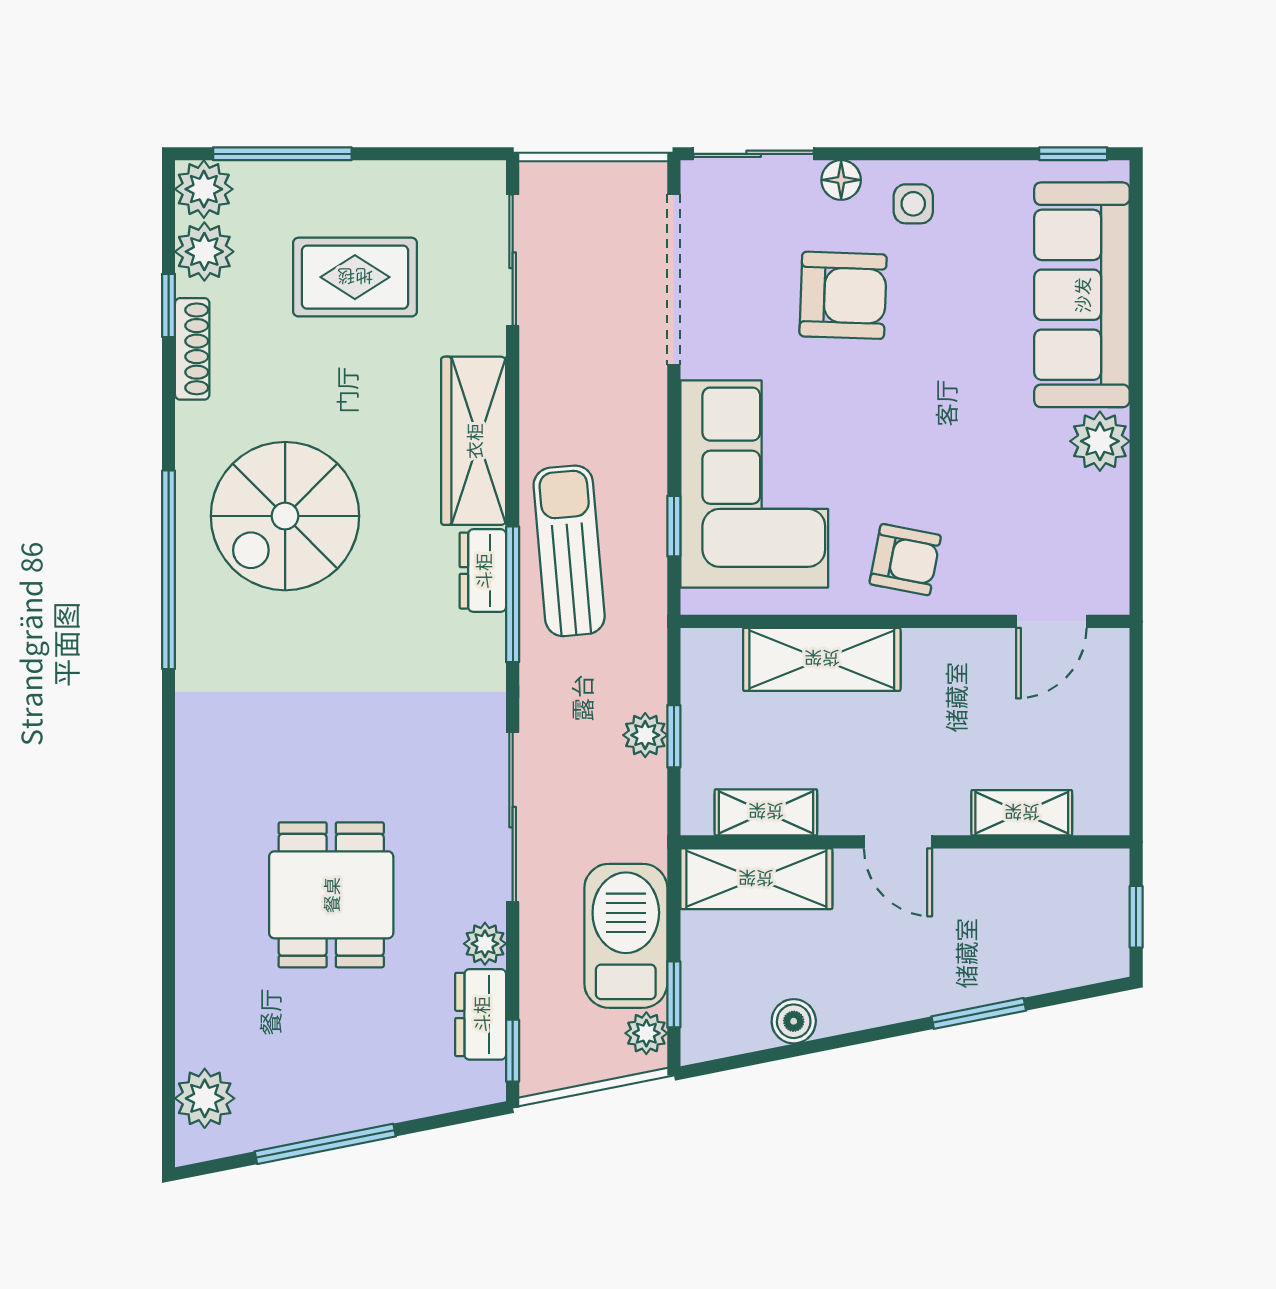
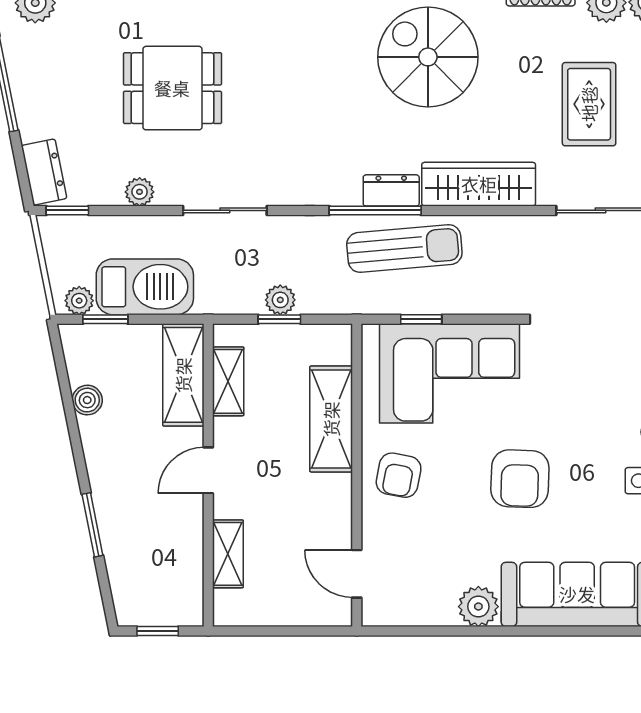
armchair: (843, 295) -> (520, 479), moved
sliding door: (513, 817) -> (225, 210), width x0.73
dresser: (481, 1014) -> (44, 172), moved, turned 79

